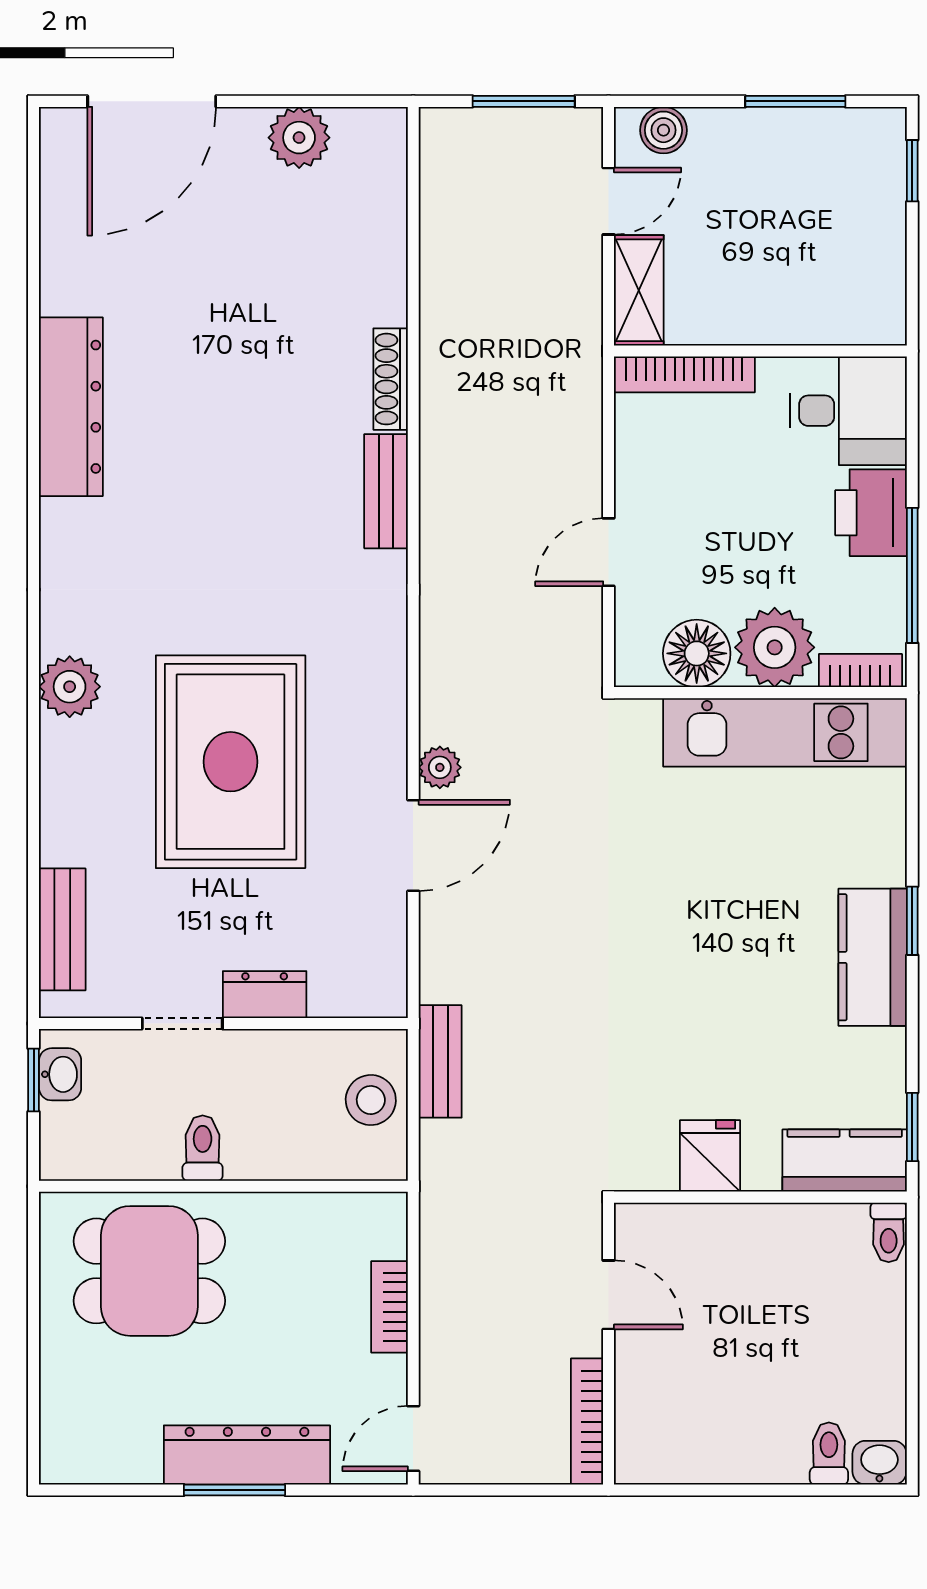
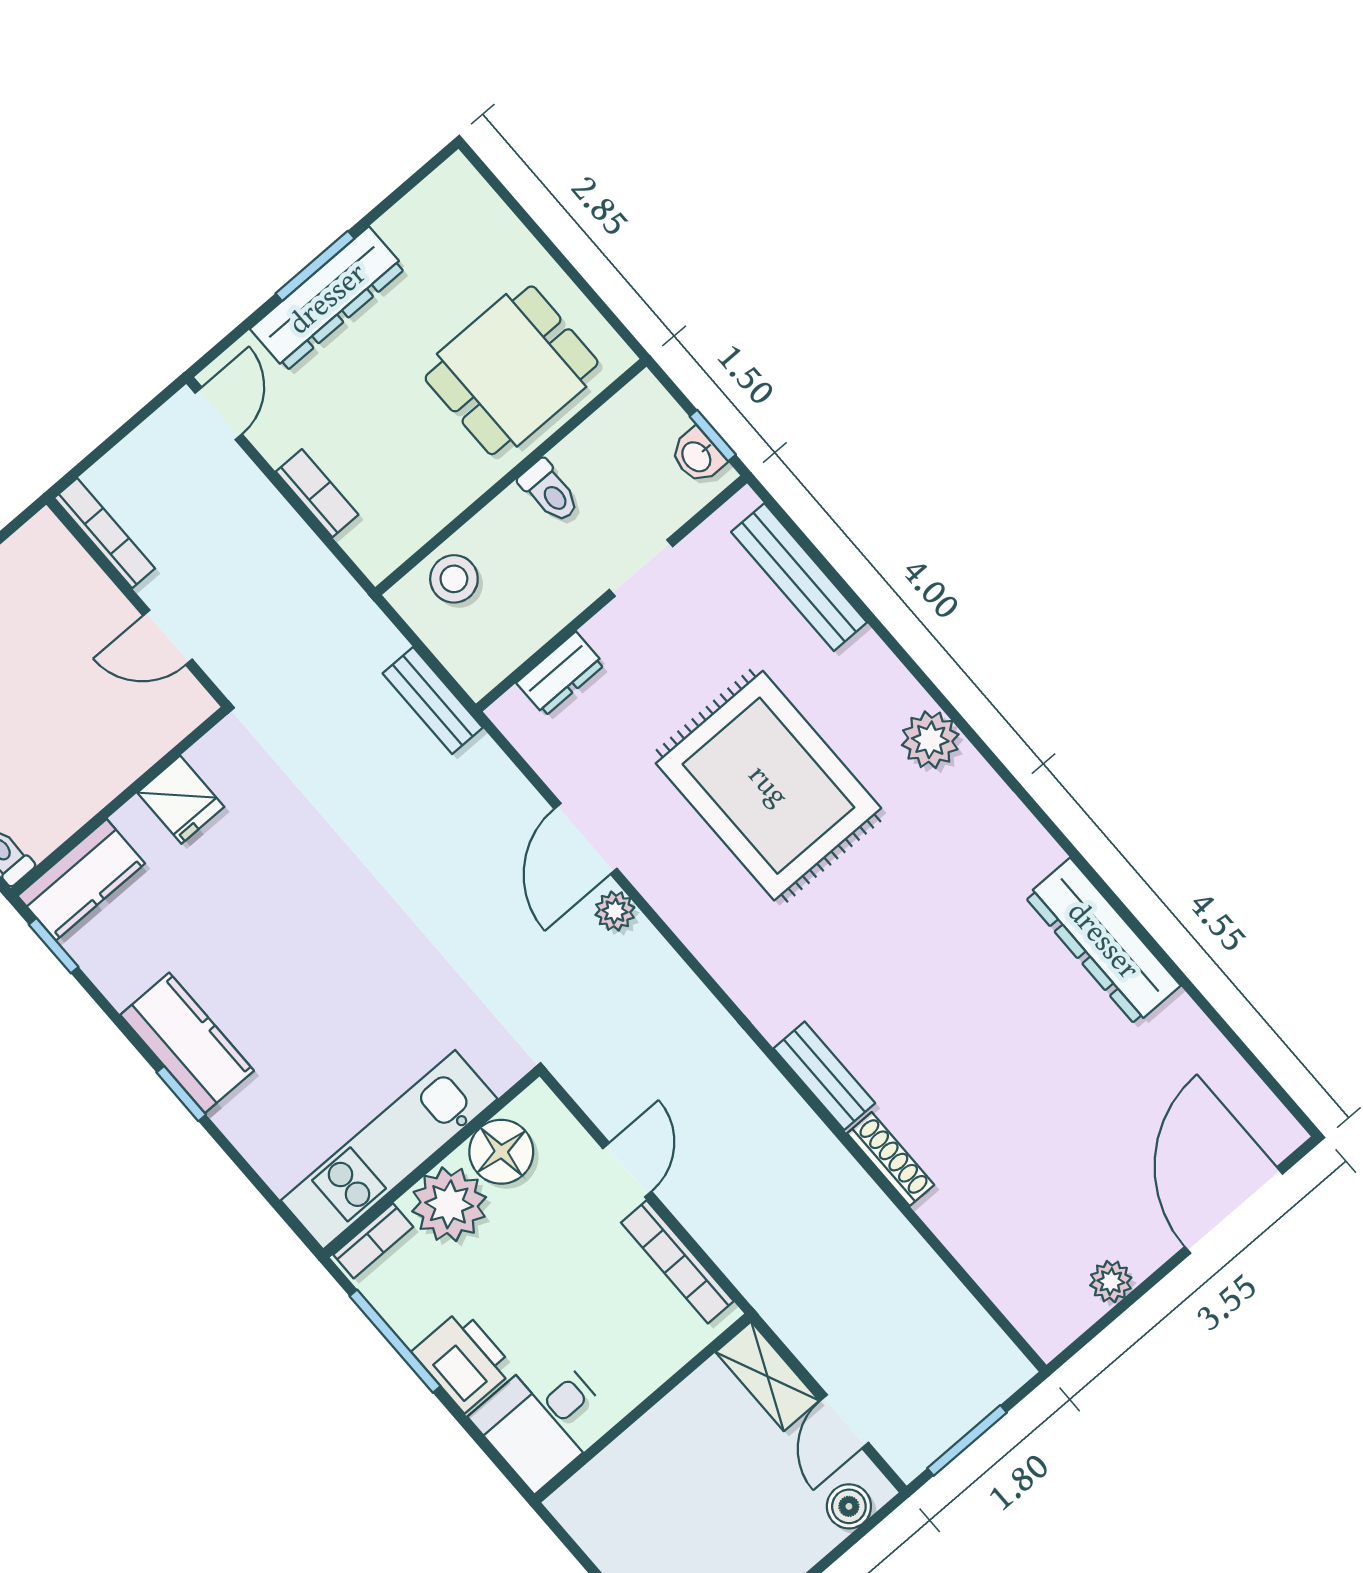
plant: (299, 138) -> (1111, 1282), width x0.73, depth x0.73
bookcase: (684, 374) -> (677, 1262), moved, turned -90
bench: (62, 929) -> (799, 577), width x1.36
dresser: (265, 995) -> (560, 674), moved
stool: (371, 1100) -> (454, 579), moved

